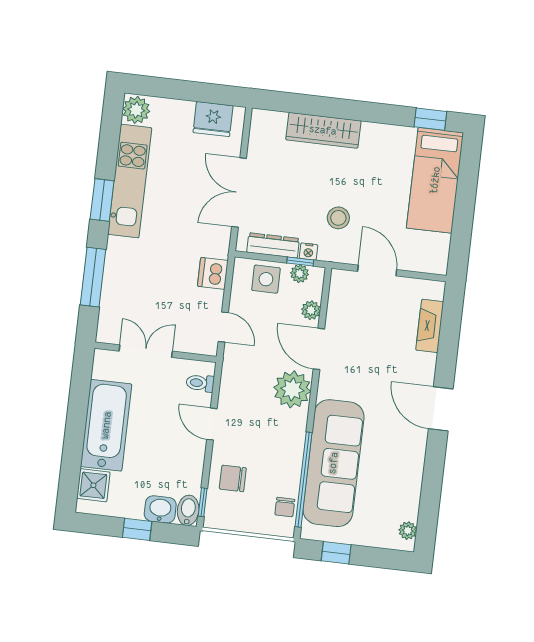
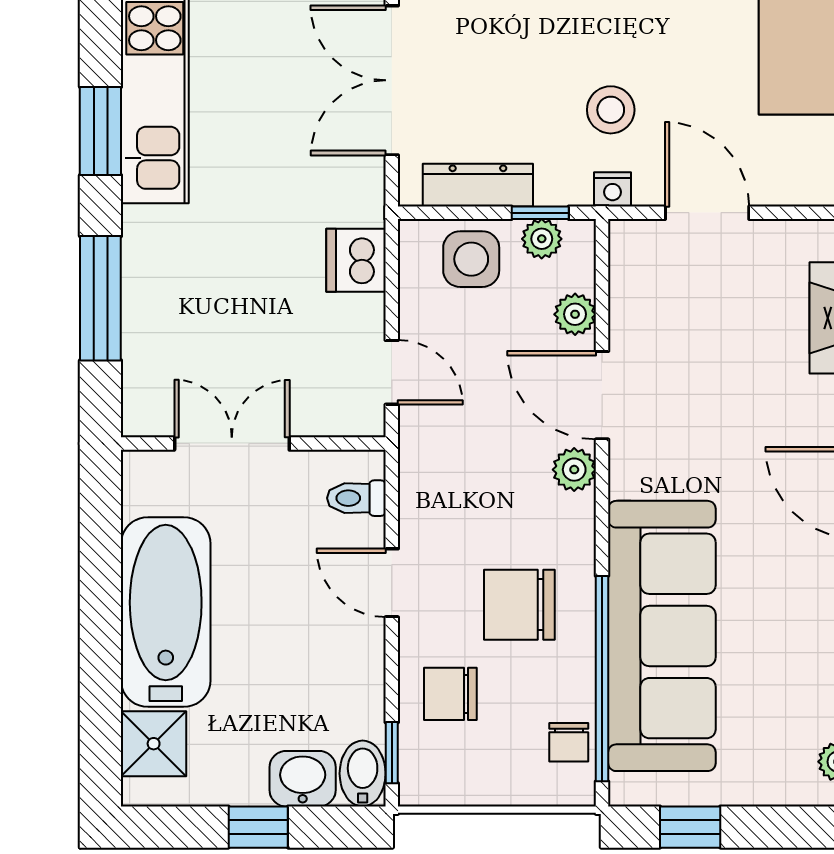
nightstand: (308, 252) -> (613, 189), moved
plant: (292, 389) -> (574, 470), width x0.53, depth x0.53
chair: (269, 441) -> (519, 605), added

